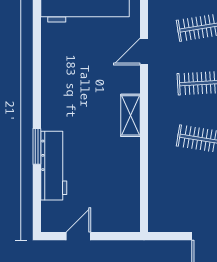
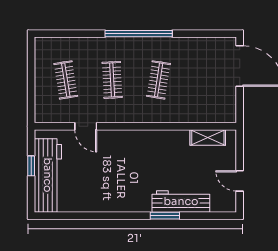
shelving: (131, 115) -> (208, 137), moved

